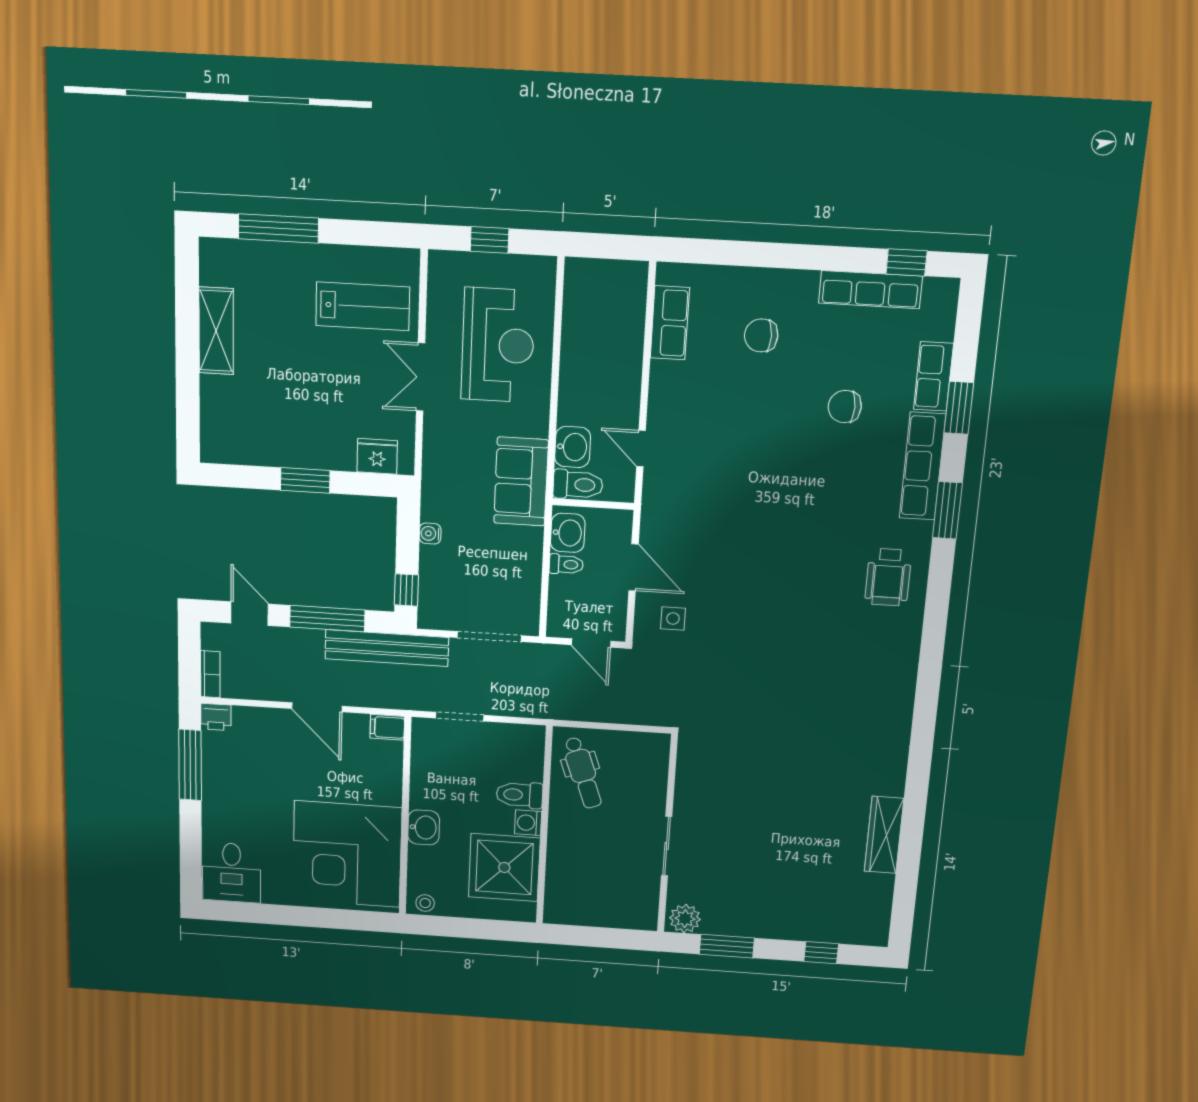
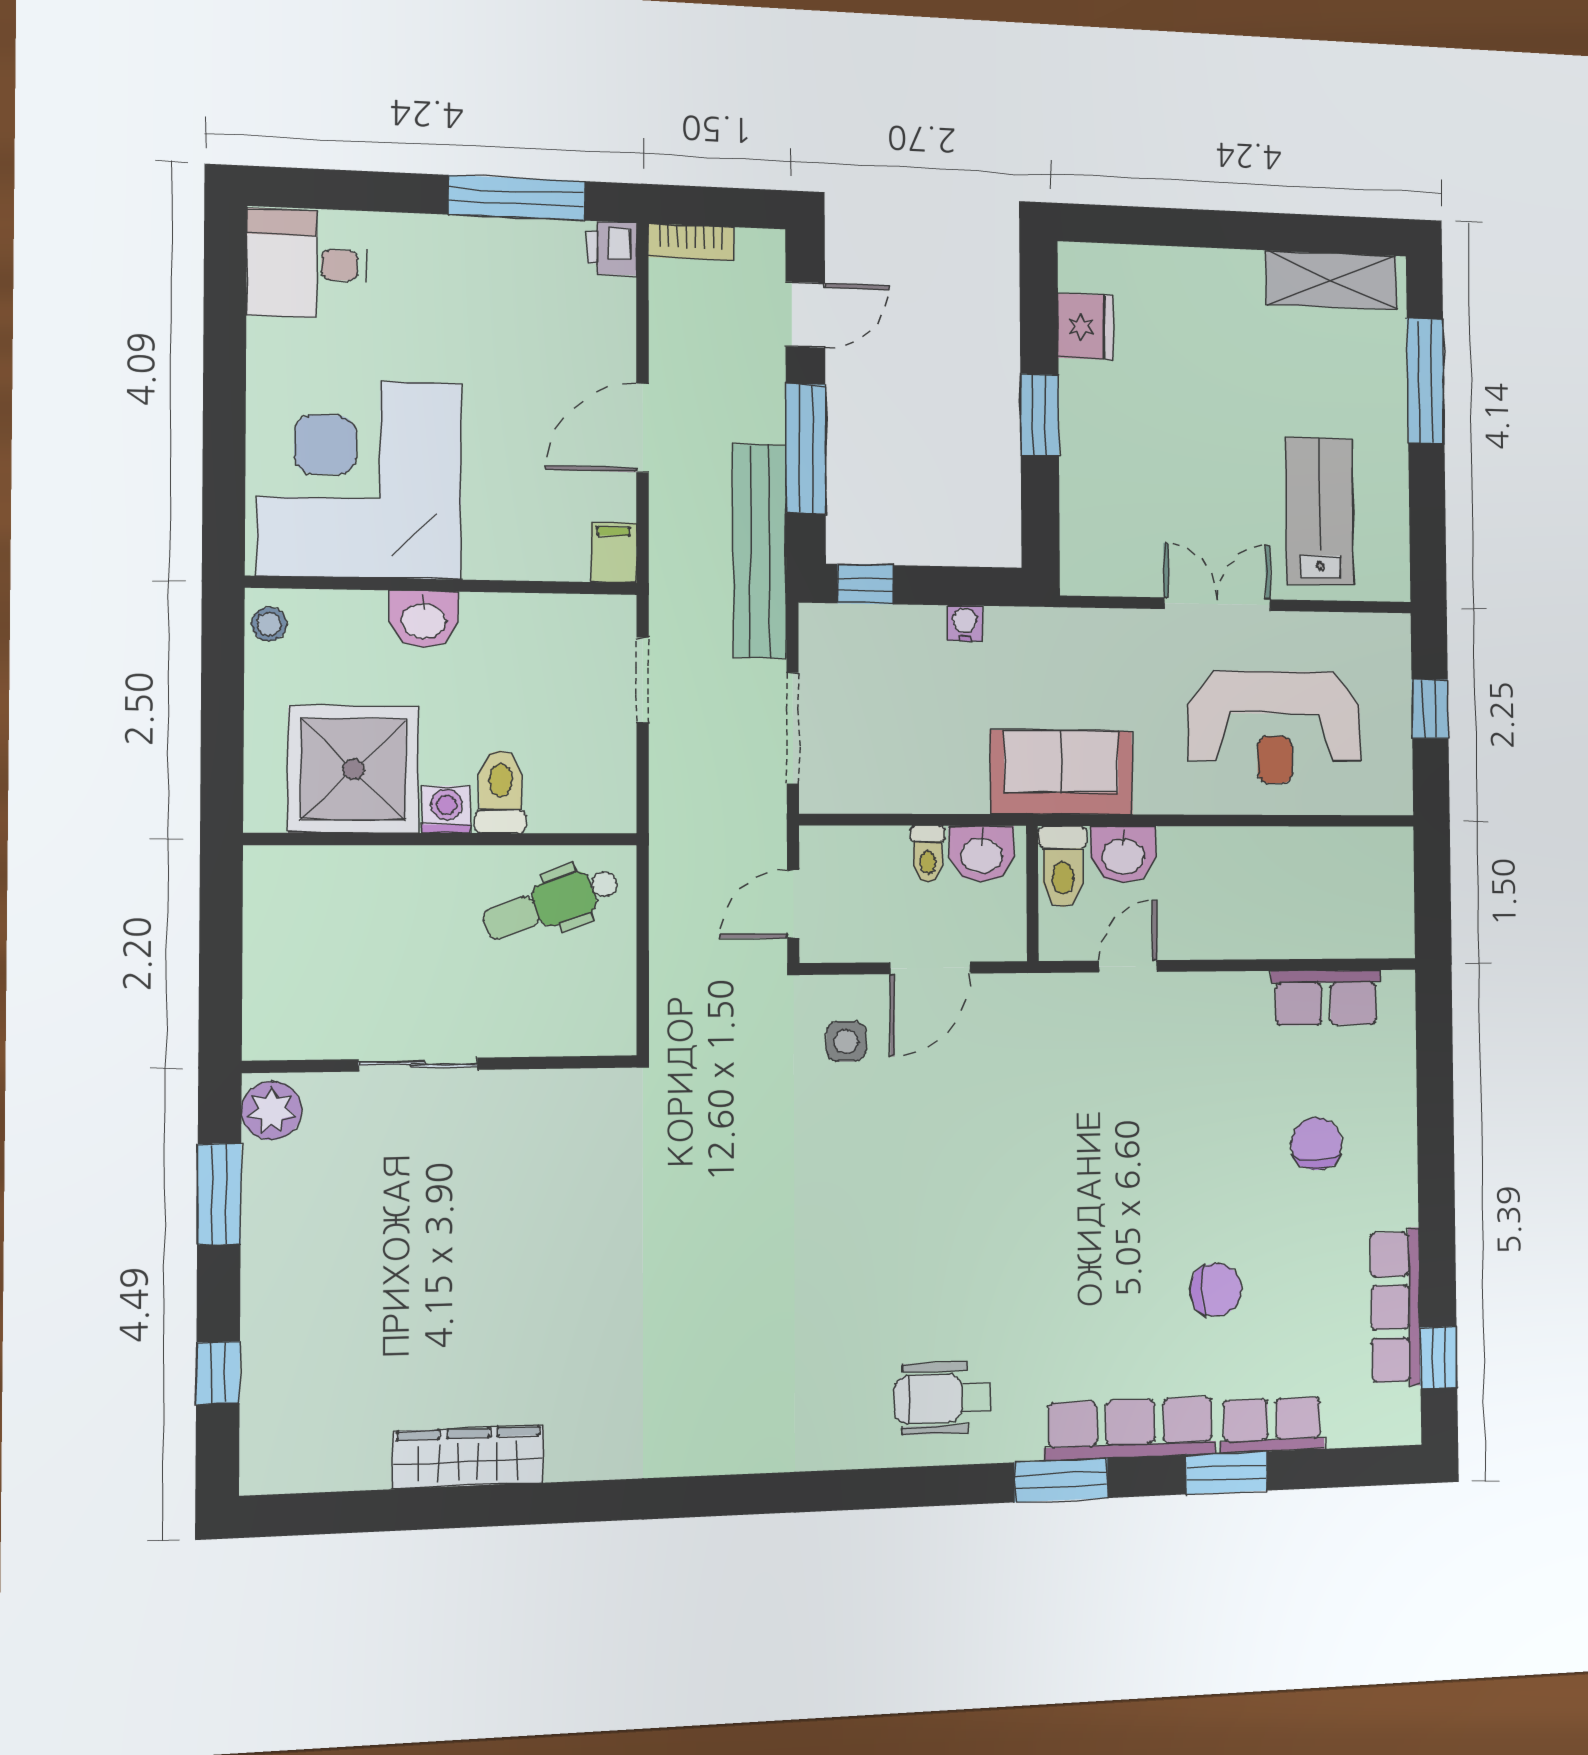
lab bench: (363, 306) -> (1319, 511), turned 180
shelving: (216, 331) -> (1331, 280), moved
chair: (845, 407) -> (1216, 1290), turned 90
fridge: (377, 456) -> (1085, 327), moved

